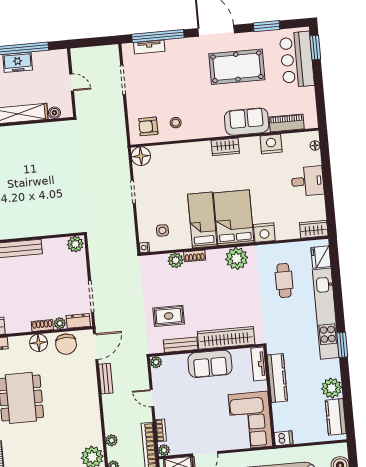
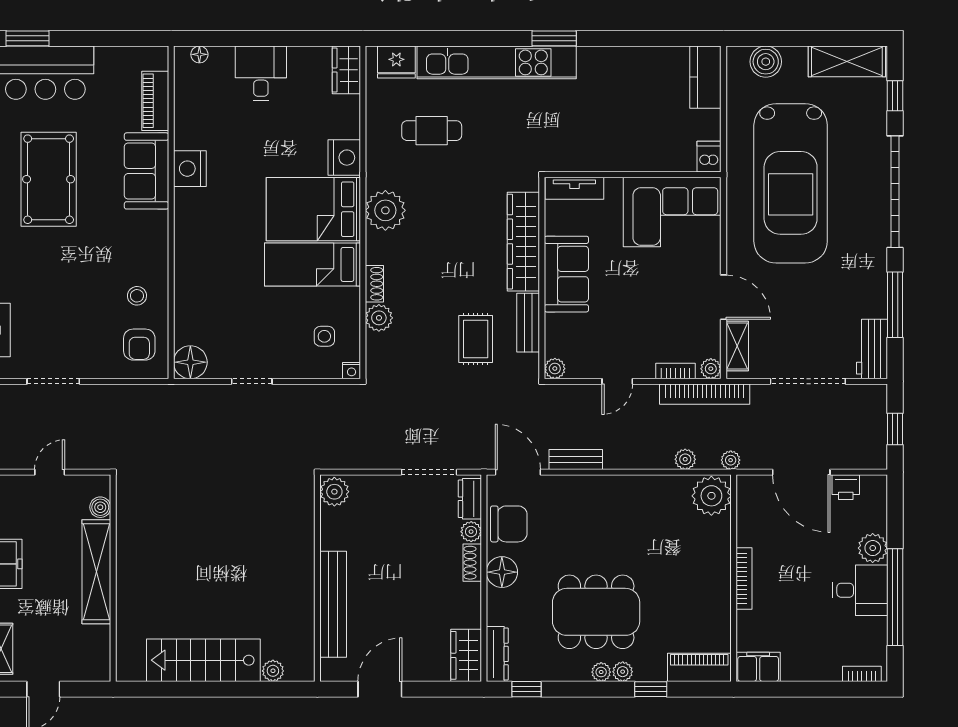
nightstand: (271, 144) -> (190, 169), moved
wardrobe: (225, 147) -> (187, 212), removed
kitchen counter: (277, 378) -> (602, 158), removed
plant: (332, 388) -> (628, 64), removed
kitchen counter: (336, 417) -> (705, 77), moved, turned 90

